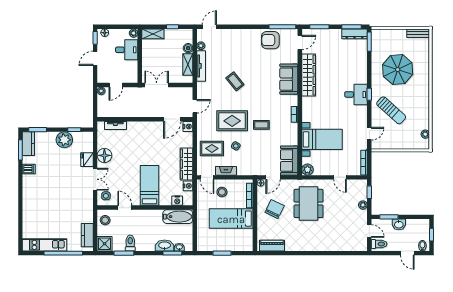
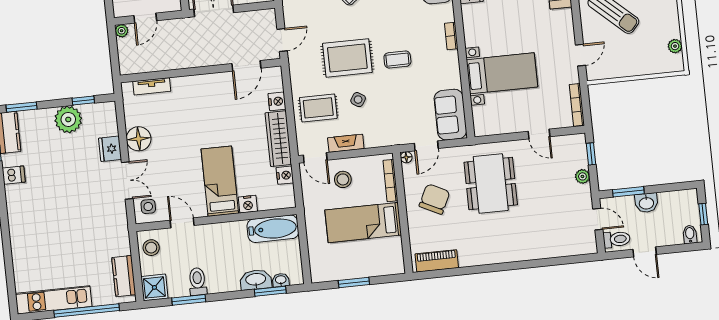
nightstand: (188, 126) -> (277, 101), moved
plant: (307, 170) -> (483, 127), removed
nightstand: (177, 201) -> (248, 204), moved
door: (407, 253) -> (645, 252), moved

